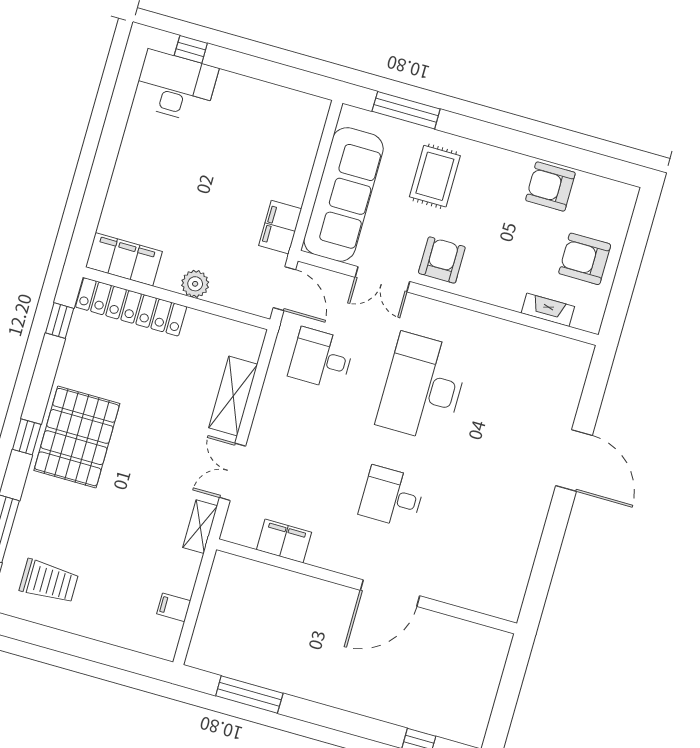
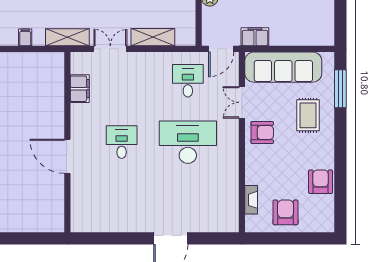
rug: (435, 176) -> (308, 115), turned 90
shelving: (200, 527) -> (67, 37), width x1.50, depth x1.33

